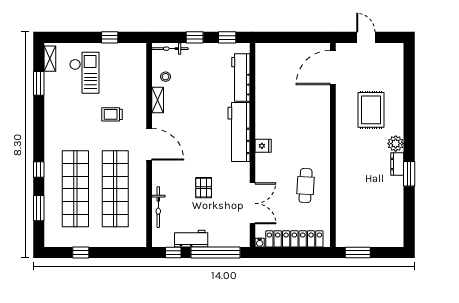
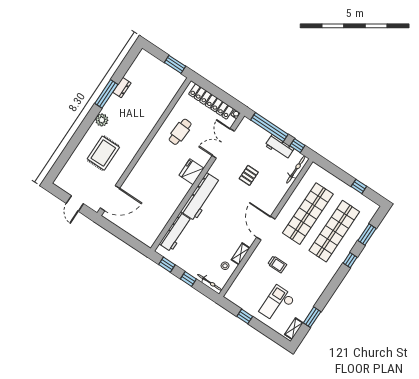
fridge: (263, 146) -> (192, 172), width x1.88, depth x1.34
dresser: (397, 164) -> (122, 88), moved
window: (409, 174) -> (106, 94), width x1.44
bicycle: (158, 207) -> (296, 170), moved

